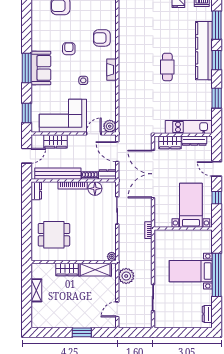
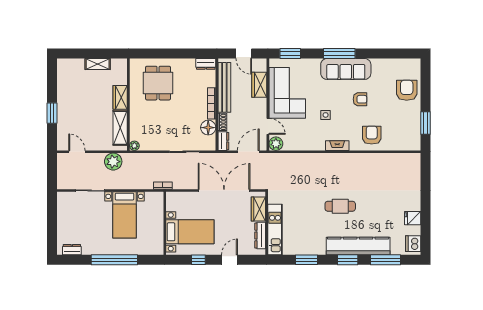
sofa: (41, 68) -> (346, 69), width x1.36
bed with nightstands: (191, 271) -> (124, 215), moved, turned 180

